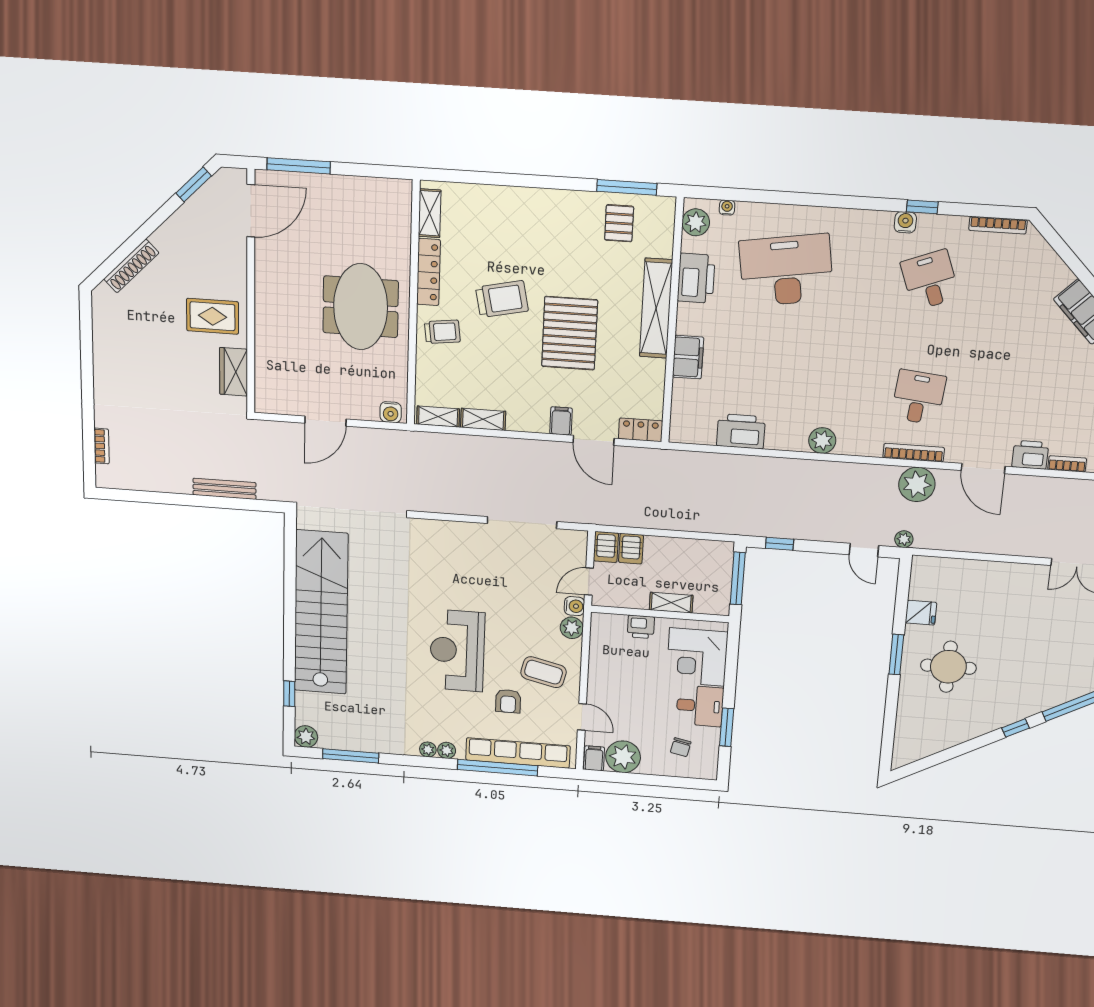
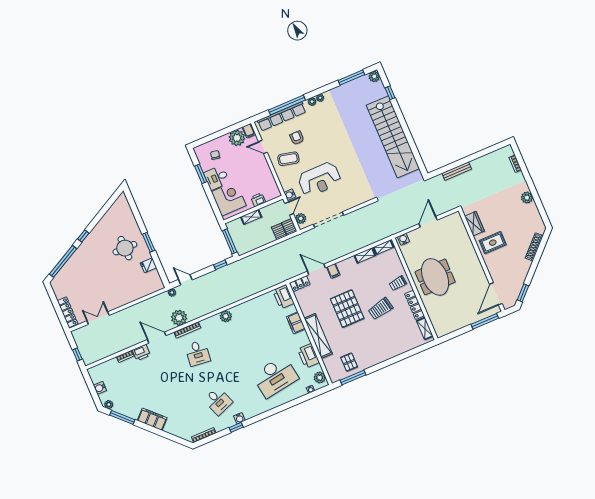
plant: (106, 370) -> (527, 198), added
printer: (741, 431) -> (284, 297), moved, turned 90
plant: (572, 628) -> (301, 218), moved
reception desk: (457, 651) -> (319, 179), moved, turned 90

